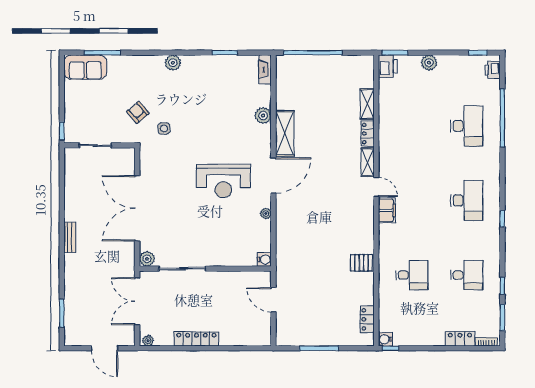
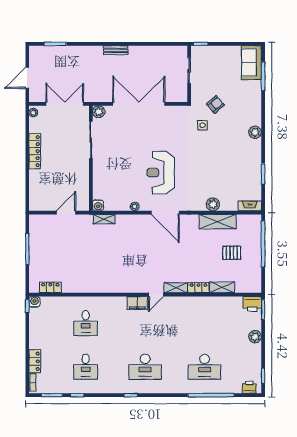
shelving: (285, 133) -> (218, 222), moved
shelving: (282, 252) -> (104, 219), added
pallet: (361, 263) -> (232, 253), moved, turned 90

